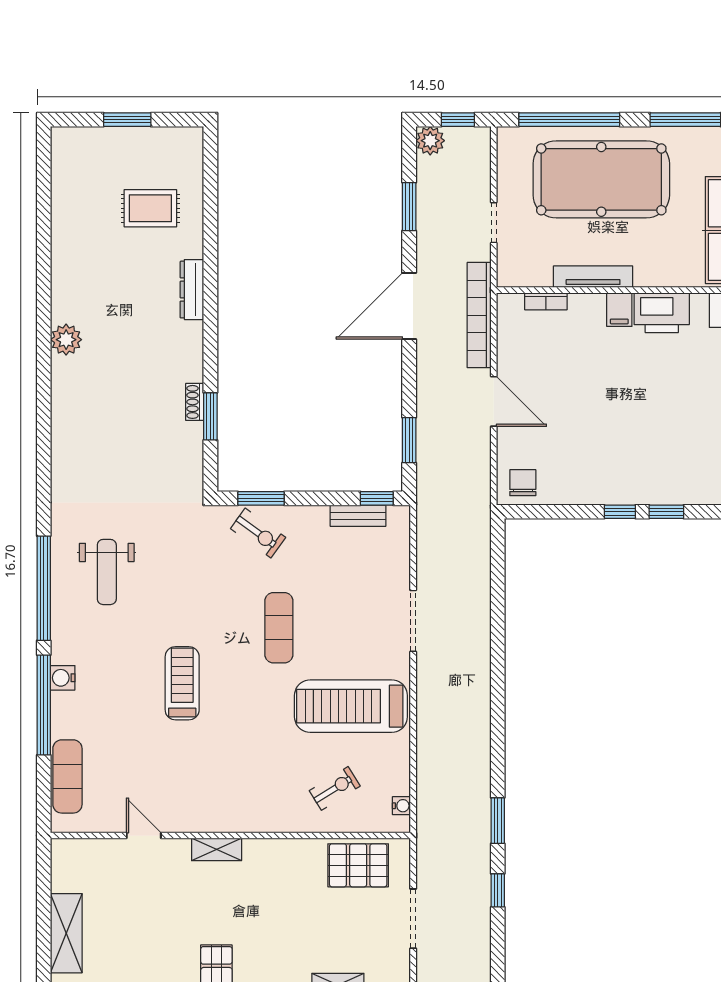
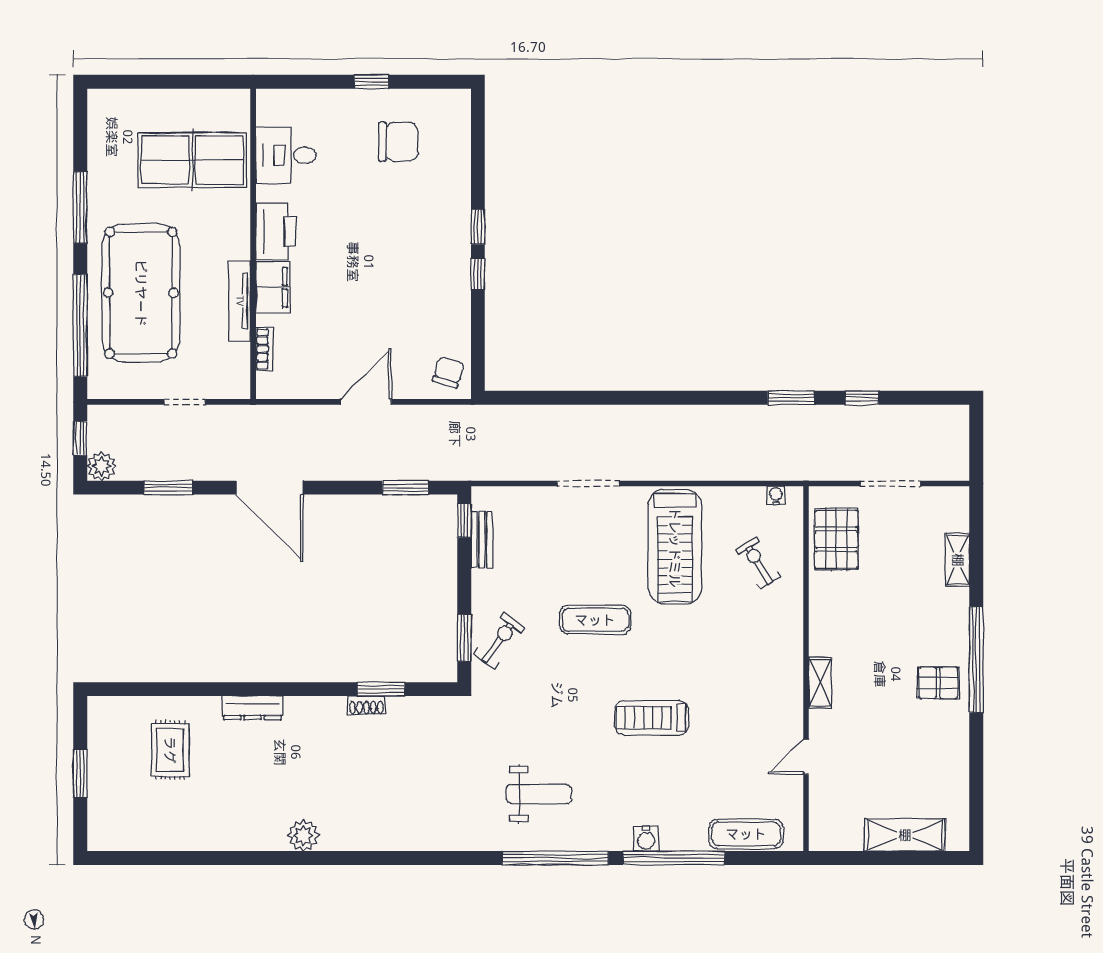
filing cabinet: (619, 310) -> (273, 287), width x2.00
bookcase: (479, 315) -> (278, 417), removed
chair: (523, 483) -> (448, 372), turned 108

